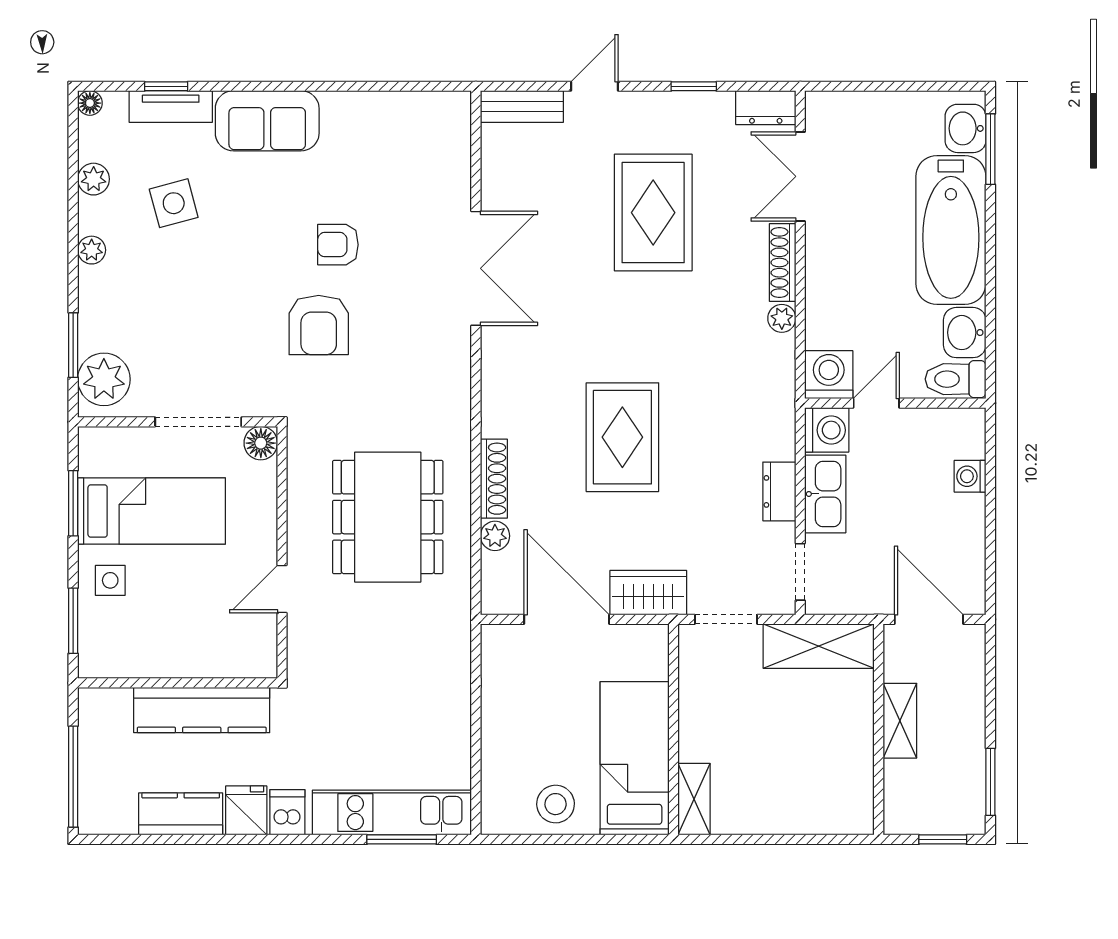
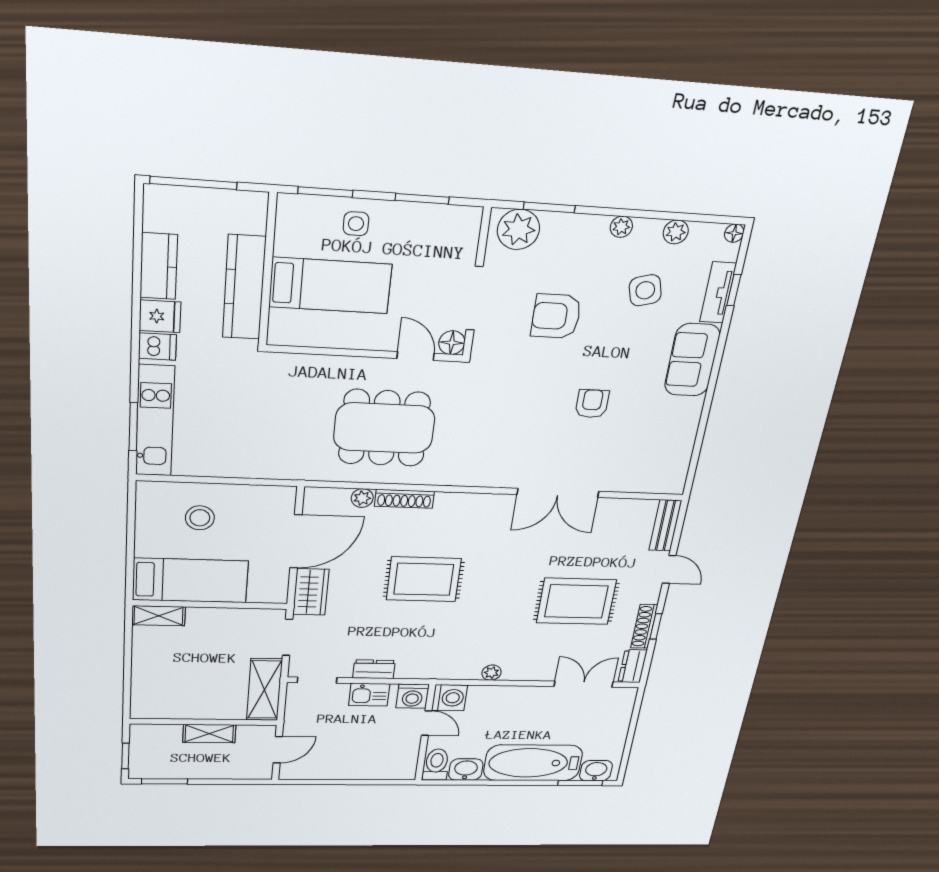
shoe rack: (783, 263) -> (644, 626), moved, turned -90
armchair: (319, 325) -> (556, 316), moved
washing machine: (970, 476) -> (371, 772), removed
kitchen sink: (825, 494) -> (369, 695), width x0.73
bed: (151, 511) -> (330, 286), moved, turned -90
door: (282, 589) -> (416, 356), moved
door: (929, 619) -> (278, 750), width x0.73
stool: (556, 804) -> (200, 518), moved

